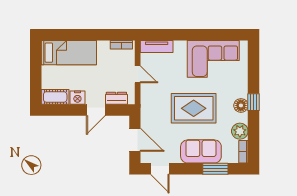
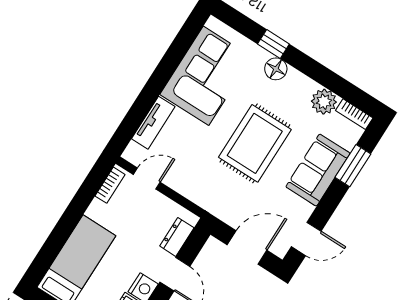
tv unit: (157, 46) -> (153, 123), moved
door: (138, 74) -> (147, 178), moved
window: (254, 102) -> (273, 44), moved
floor lamp: (241, 105) -> (276, 69), moved

